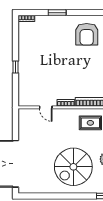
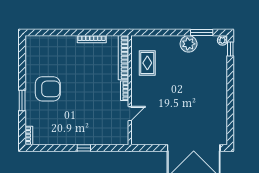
armchair: (87, 34) -> (48, 89), moved
spiral stairs: (73, 167) -> (197, 82), removed

